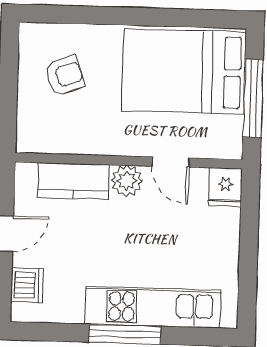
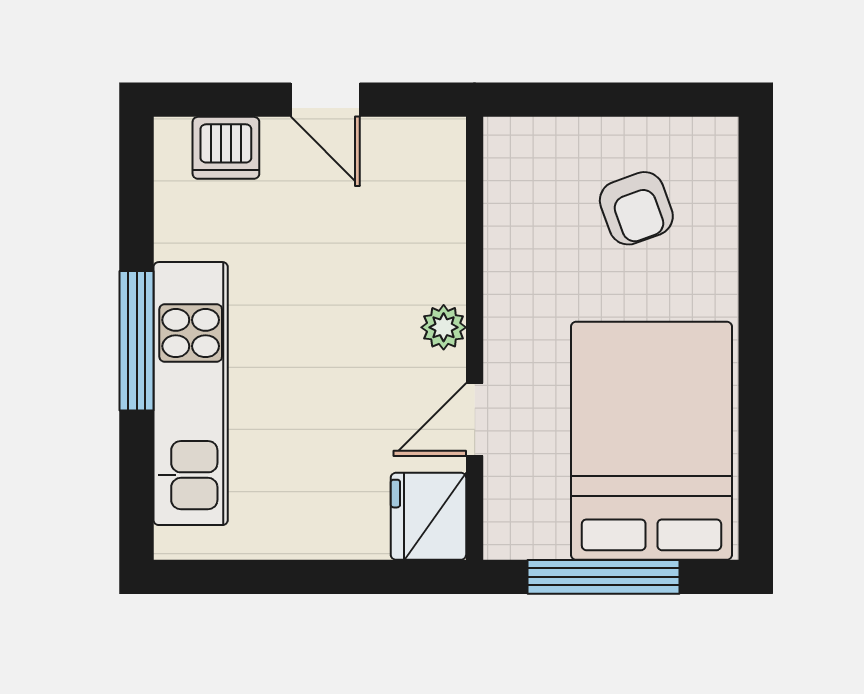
kitchen counter: (73, 181) -> (432, 232), removed
plant: (127, 181) -> (444, 327), width x0.73, depth x0.73
fridge: (226, 187) -> (428, 516), width x1.38

